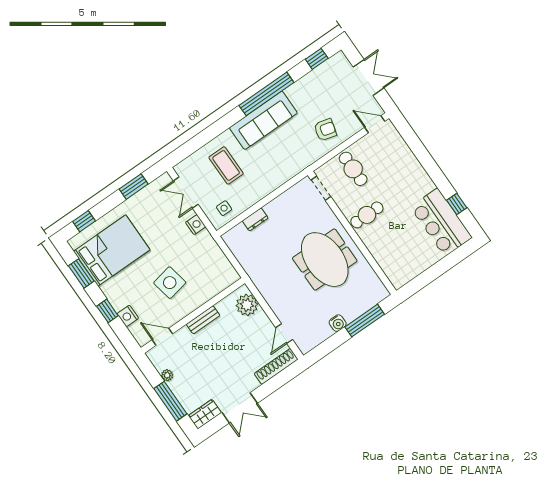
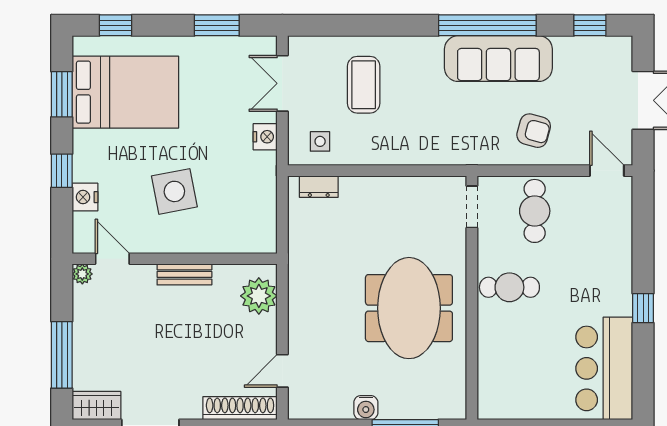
sofa: (263, 120) -> (498, 59), moved
window: (457, 204) -> (643, 308), moved
dresser: (255, 219) -> (319, 187), moved
plant: (167, 375) -> (82, 274), moved

